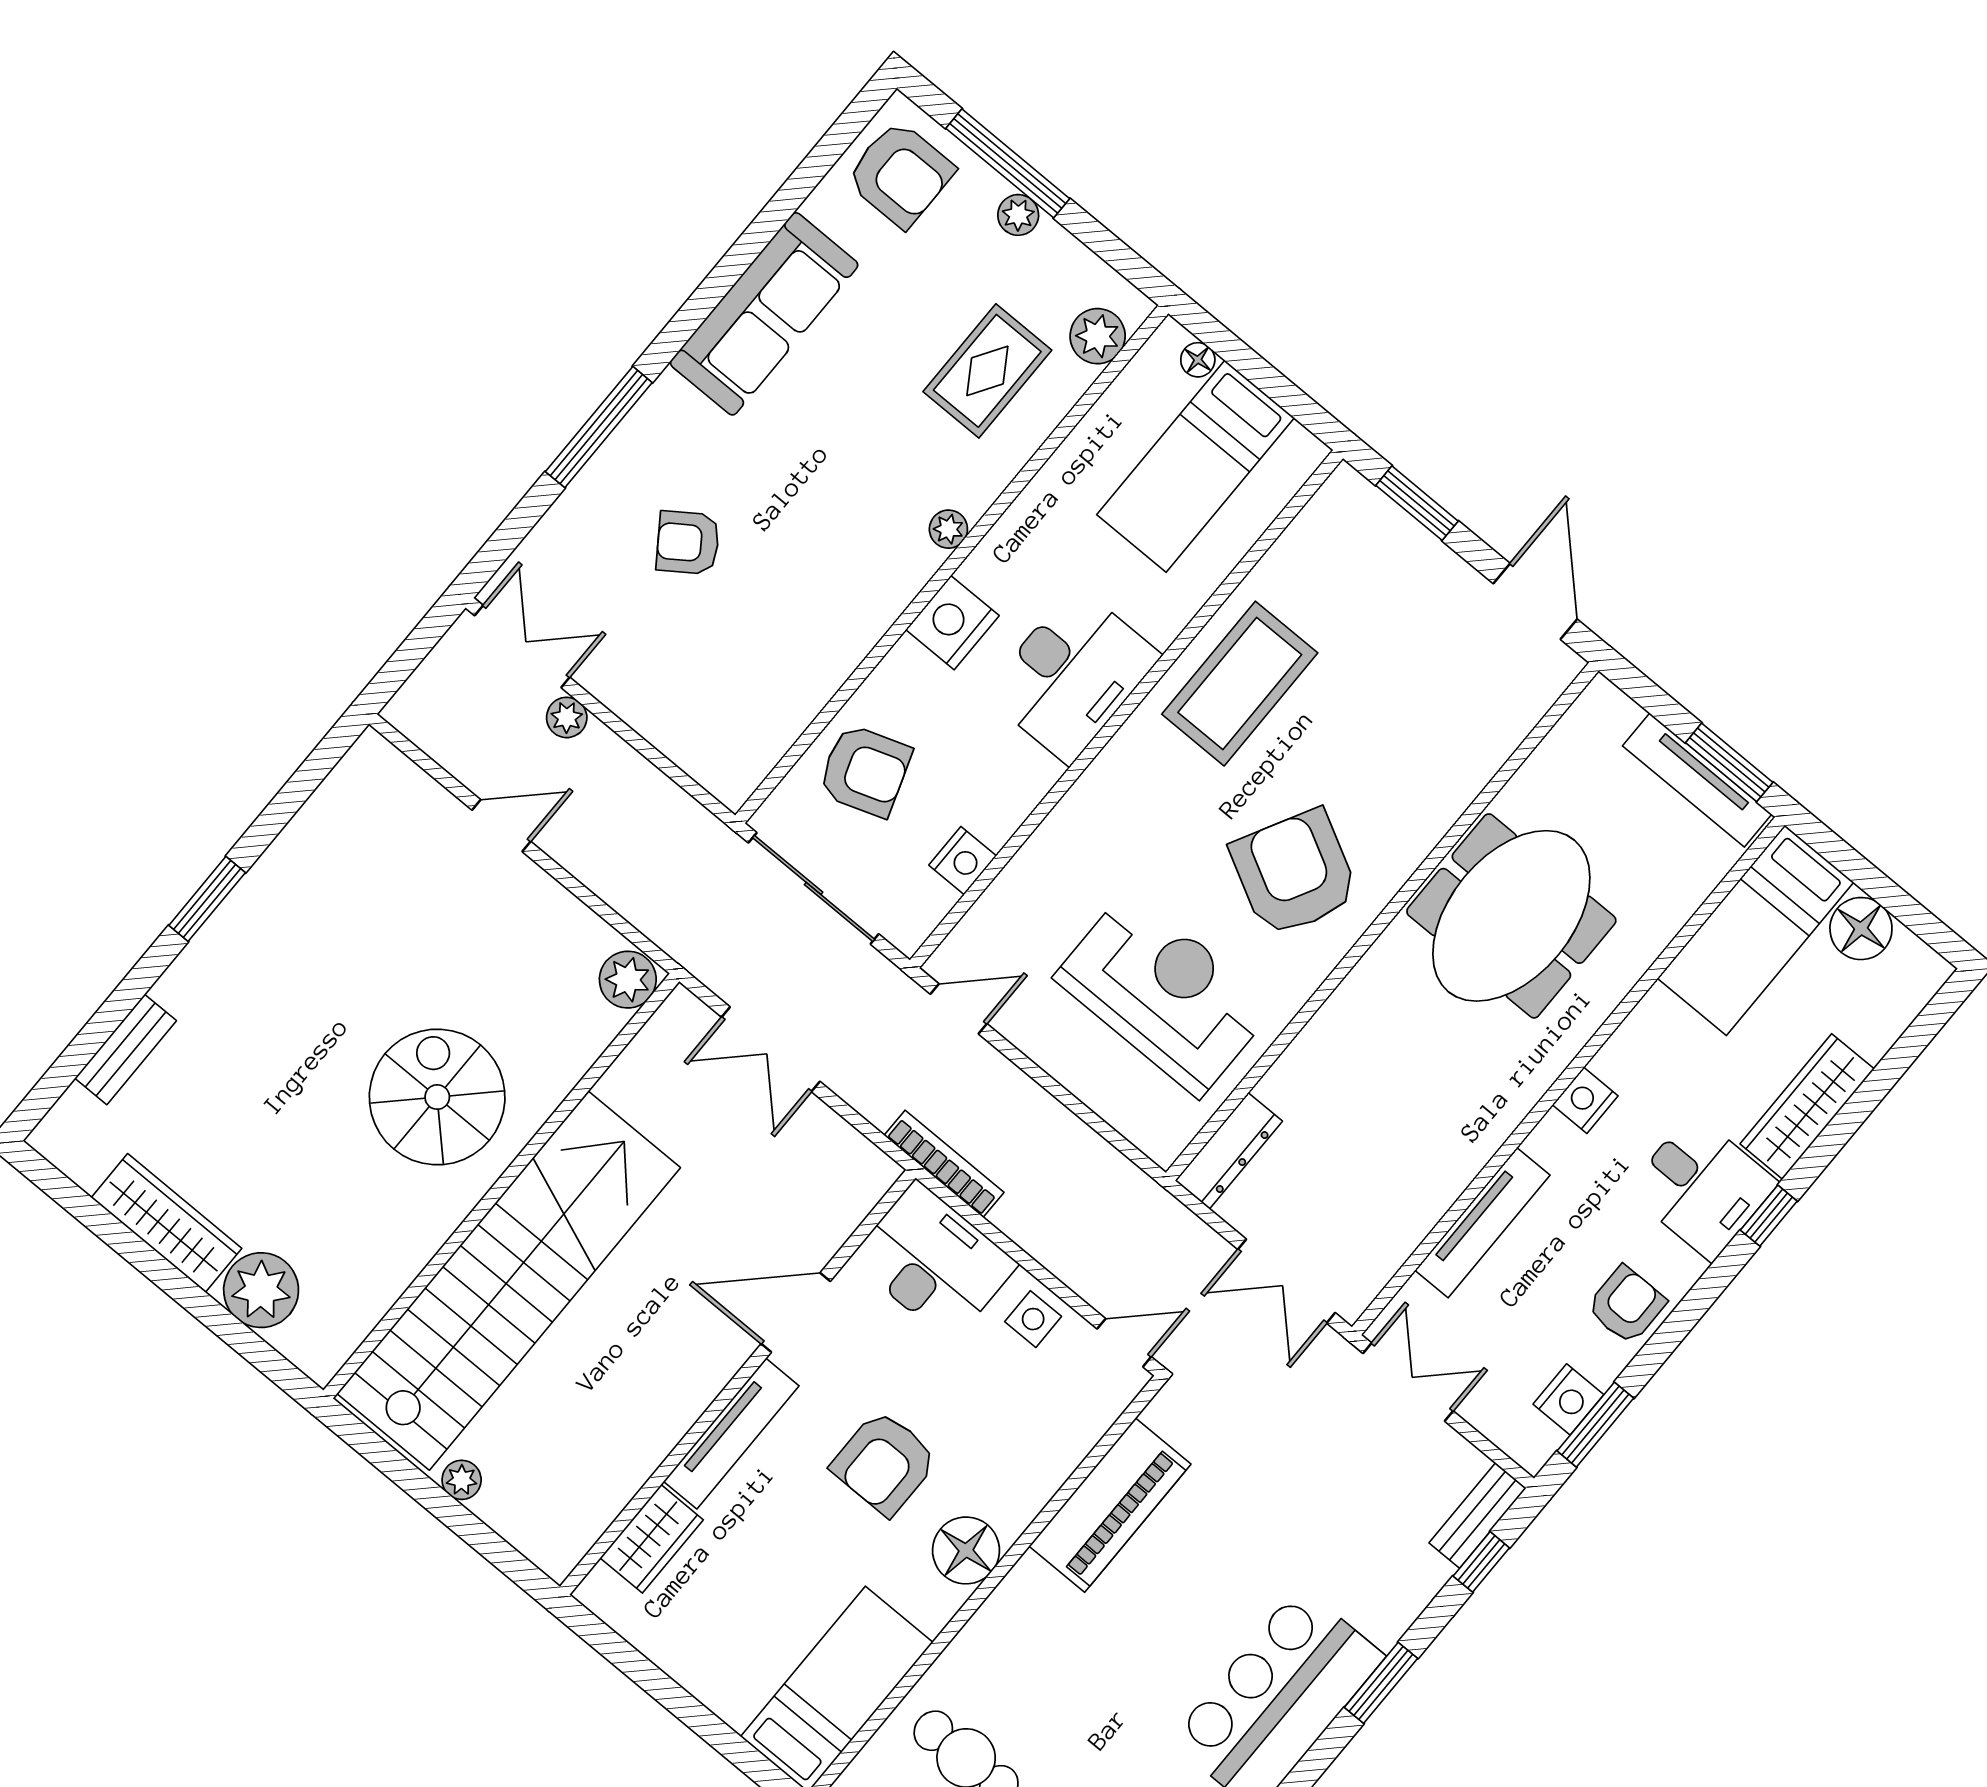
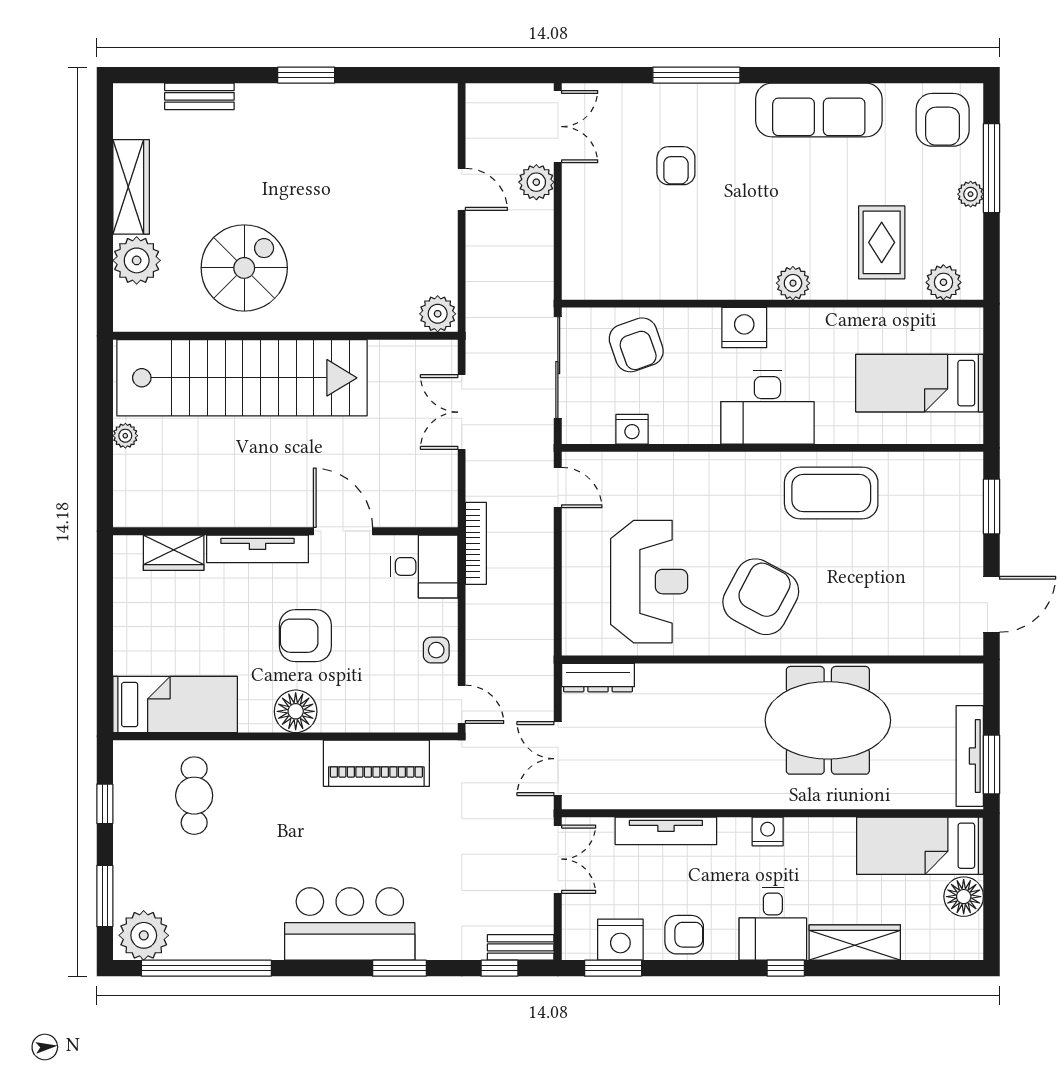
floor lamp: (1198, 360) -> (973, 341), removed
rug: (987, 371) -> (882, 242), turned 90
plant: (948, 529) -> (793, 283), width x1.38, depth x1.38
armchair: (688, 543) -> (676, 166), turned -145
plant: (567, 717) -> (536, 182), width x1.38, depth x1.38
spiral stairs: (437, 1097) -> (244, 268), moved
desk: (934, 1262) -> (424, 566), width x0.73
nightstand: (1568, 1399) -> (620, 940), width x1.36, depth x1.33

